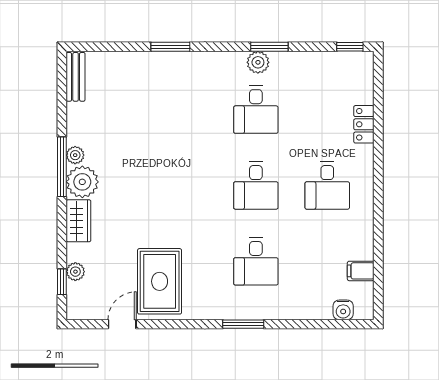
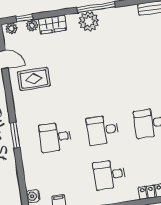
plant: (75, 155) -> (11, 28), moved
wardrobe: (78, 221) -> (52, 24), moved
rug: (160, 281) -> (34, 79), width x0.73, depth x0.70

